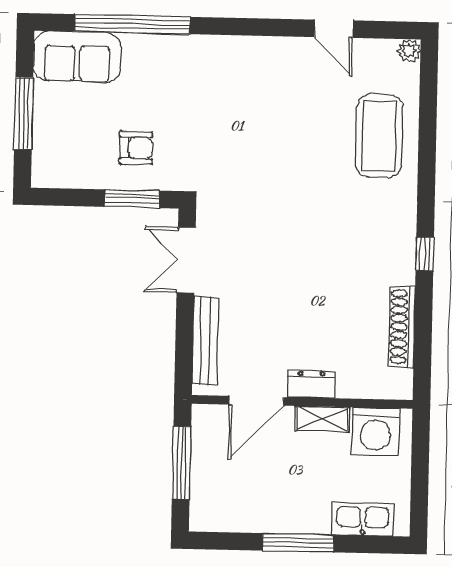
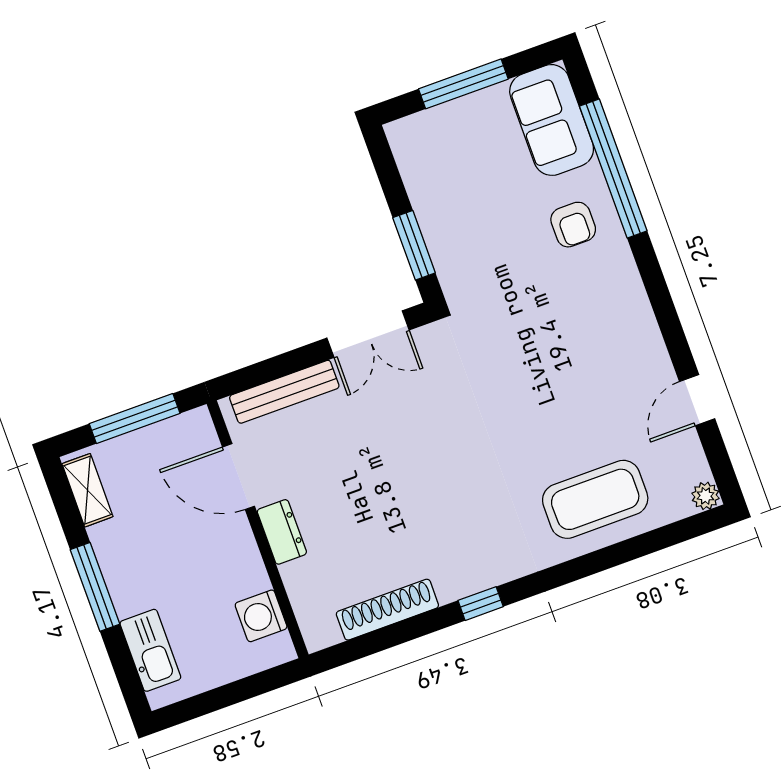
armchair: (136, 148) -> (573, 225), moved
double door: (186, 260) -> (368, 334), swing flipped
shelving: (322, 419) -> (87, 490), moved
washing machine: (375, 431) -> (261, 616), width x0.73, depth x0.73

